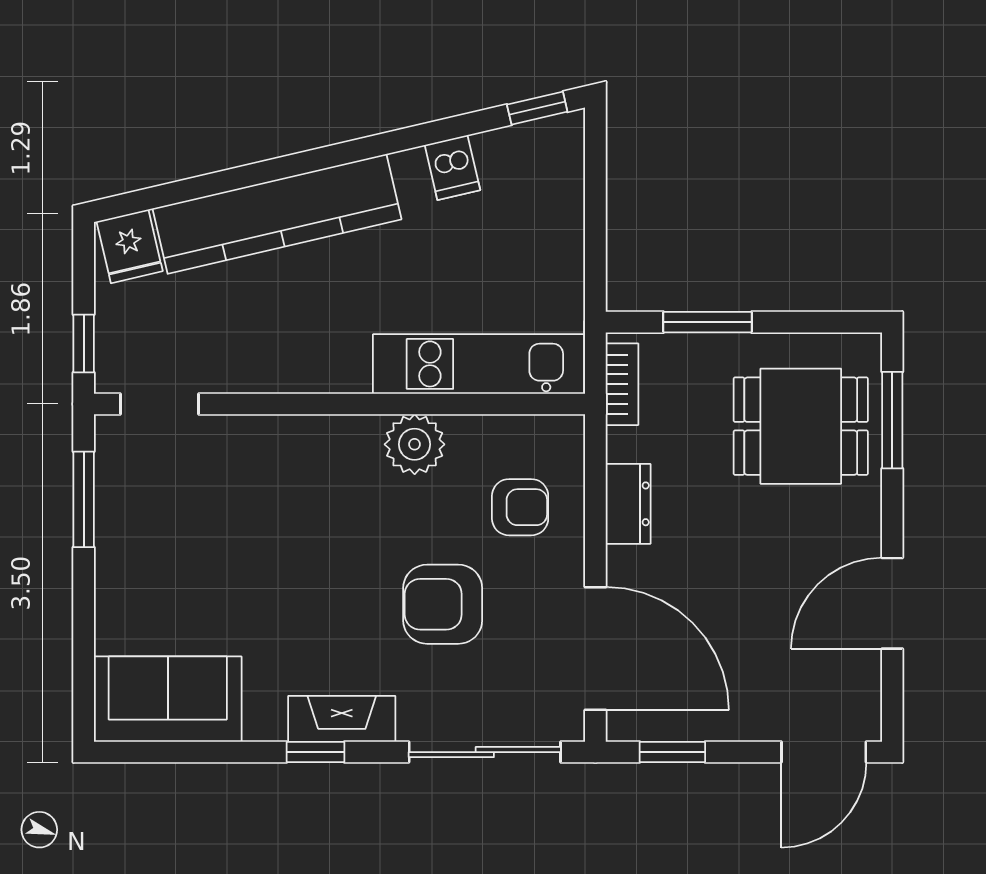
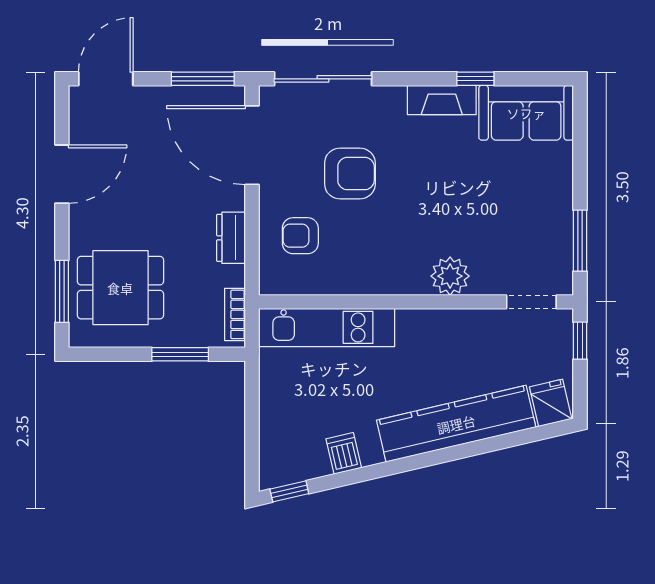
plant: (415, 444) -> (450, 276), moved
fireplace: (342, 719) -> (442, 100), moved
window: (316, 752) -> (475, 79), moved
window: (672, 752) -> (203, 79), width x1.50

